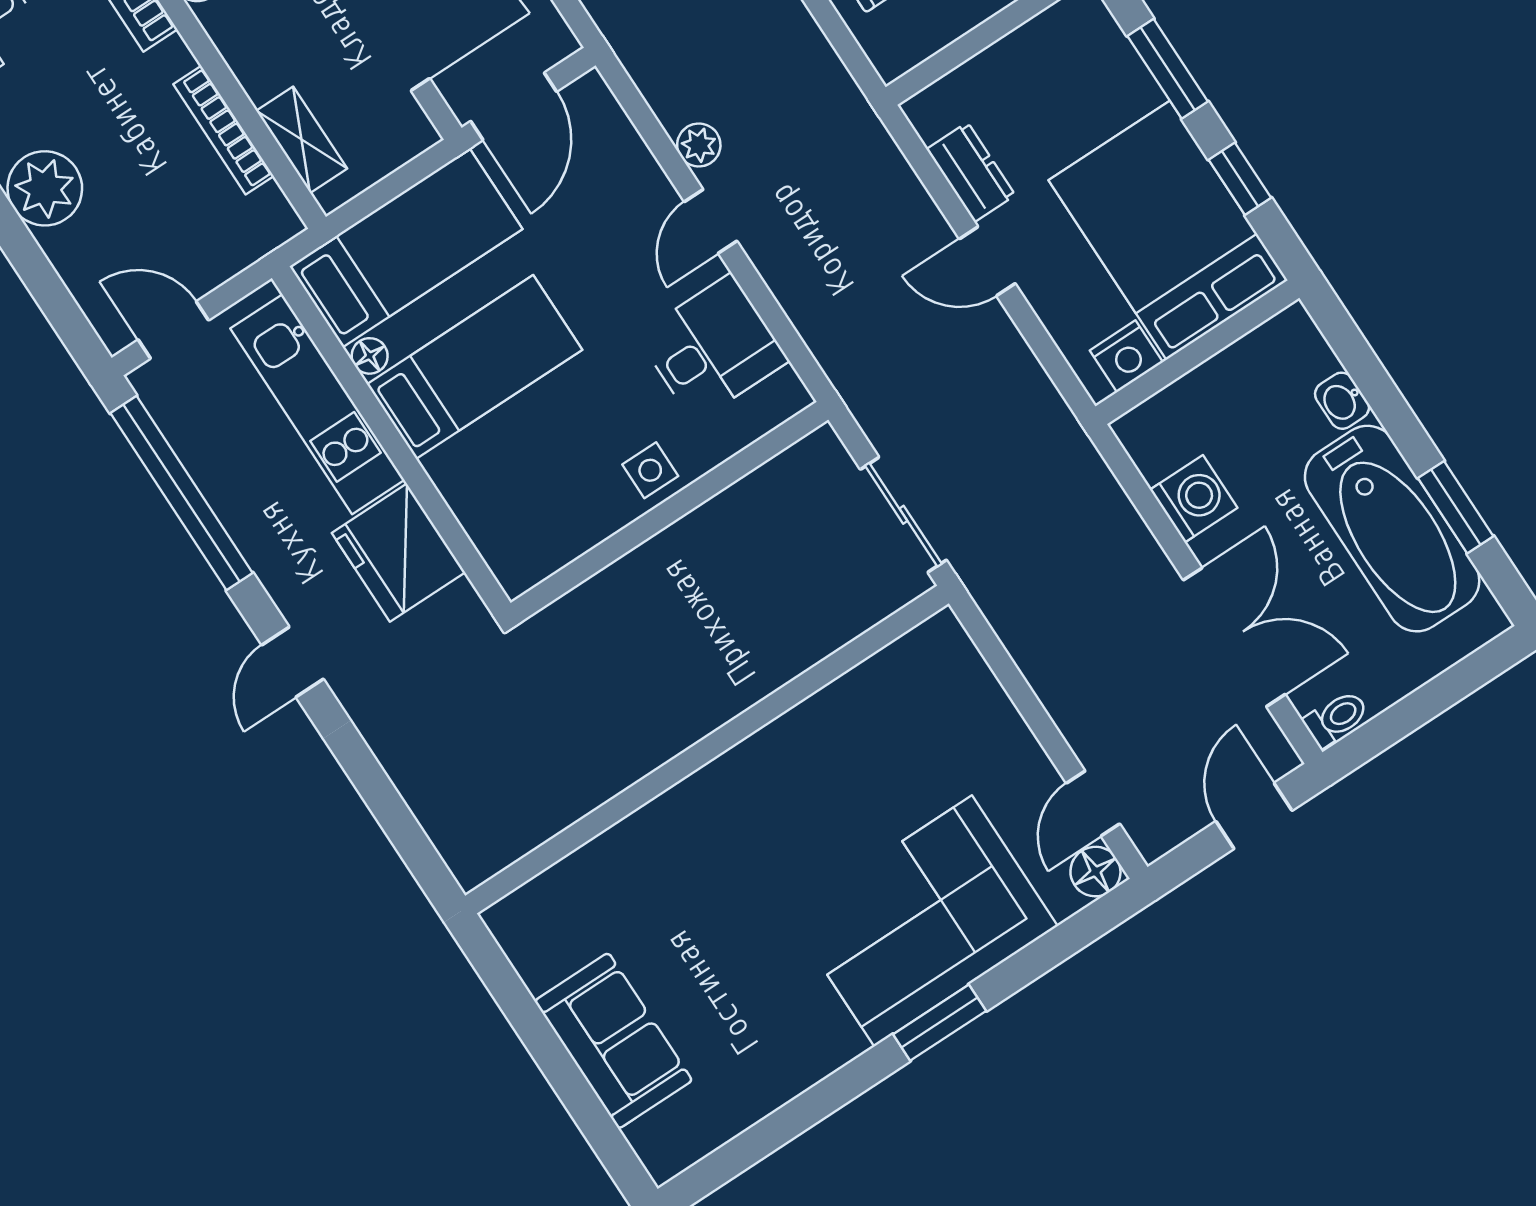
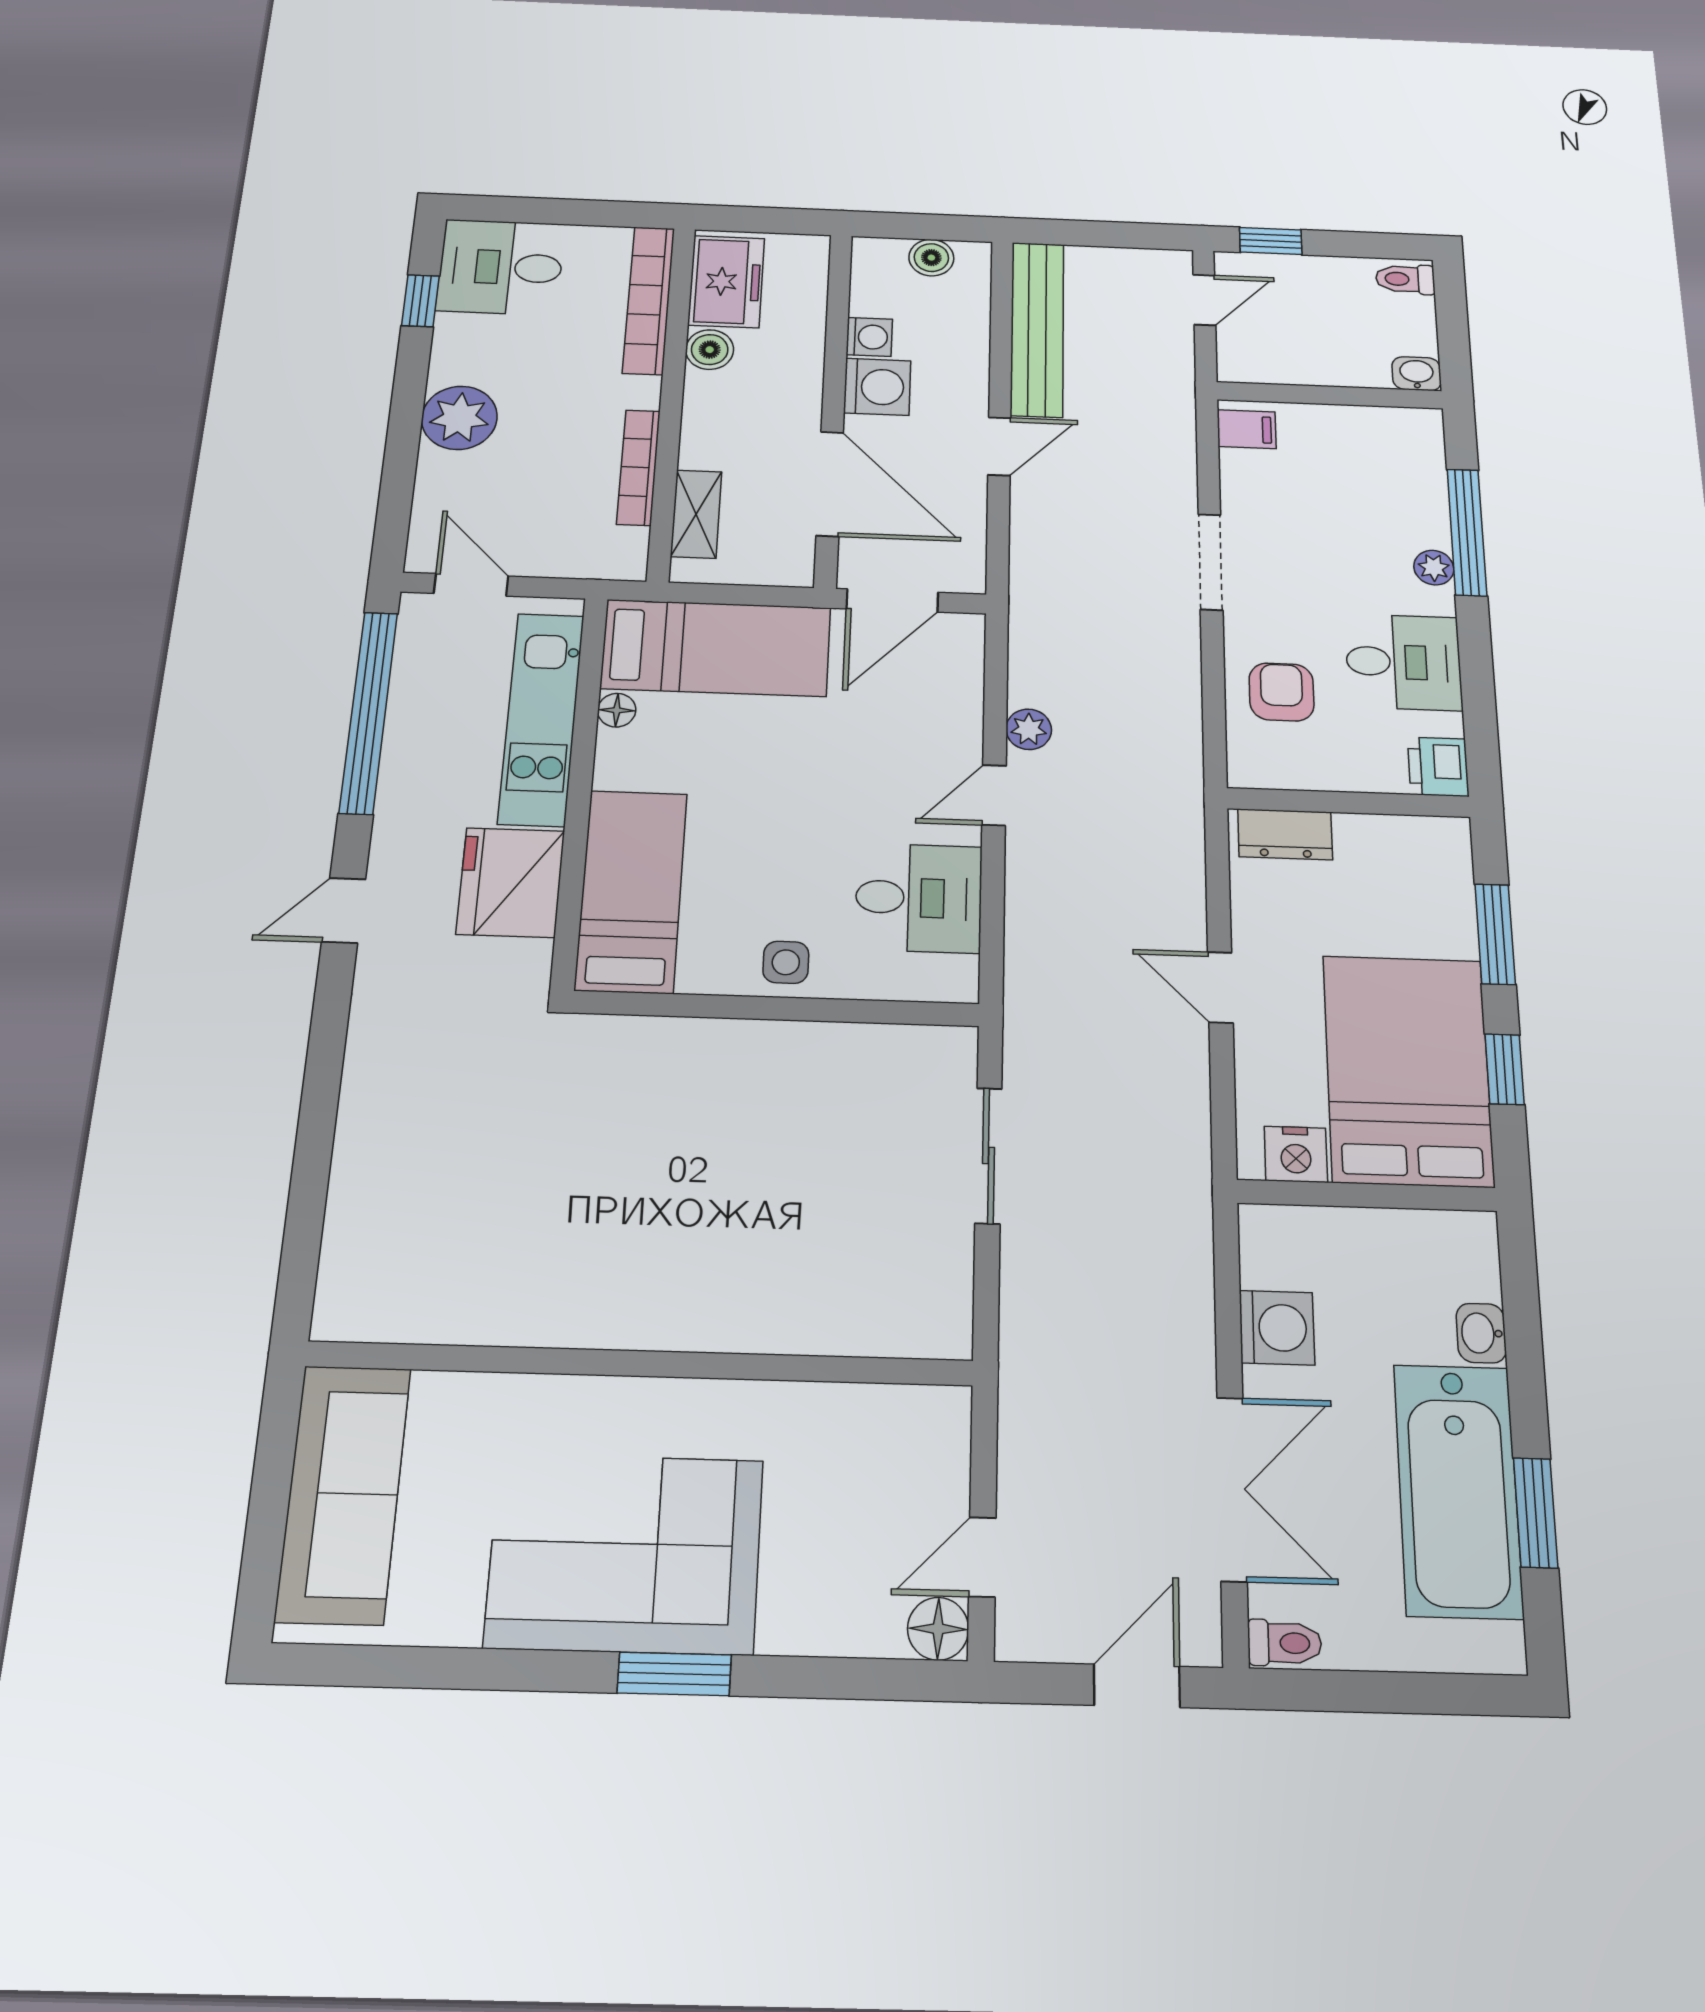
dresser: (971, 172) -> (1285, 834), moved, turned 90
bed: (475, 367) -> (631, 891), moved, turned -90
wall: (707, 750) -> (641, 1364), moved
corner sofa: (923, 921) -> (625, 1553), moved
sofa: (613, 1041) -> (343, 1493), width x1.36

